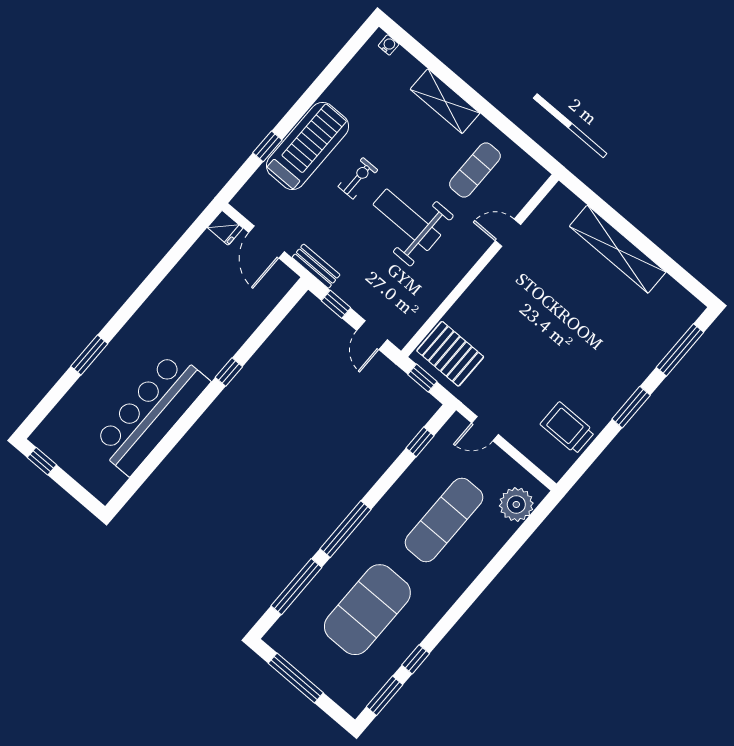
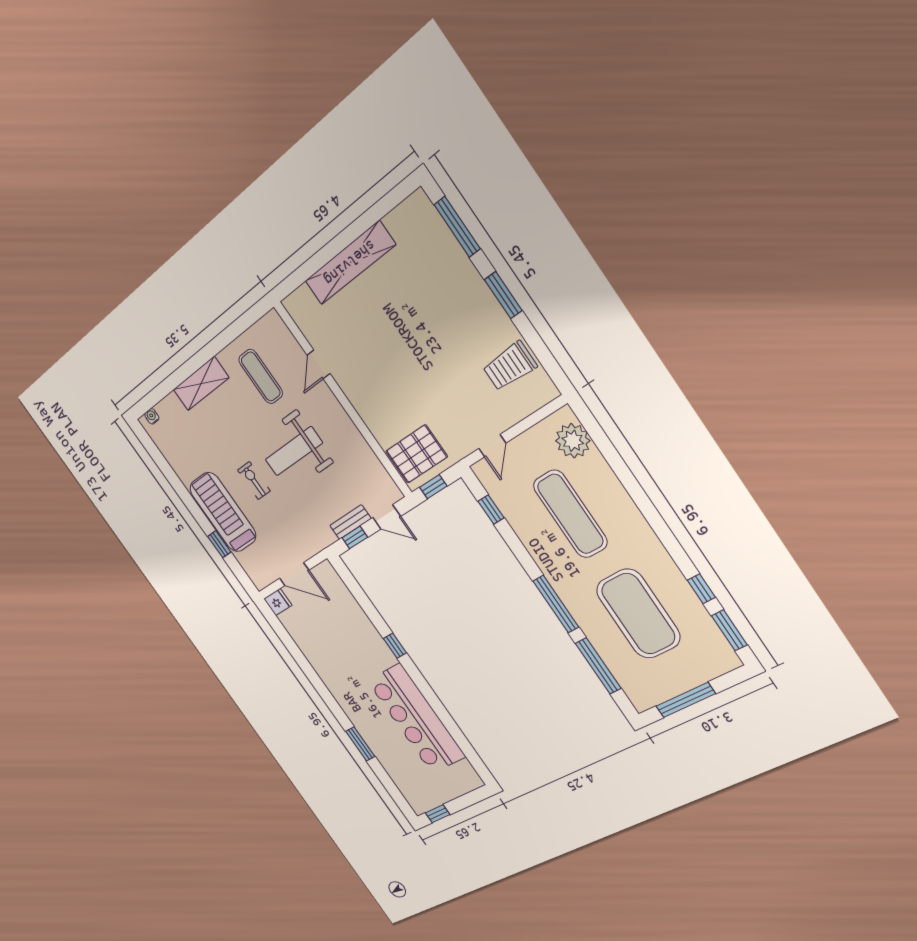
bench: (316, 266) -> (350, 522), moved

